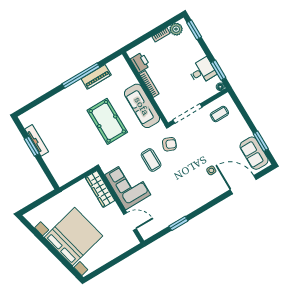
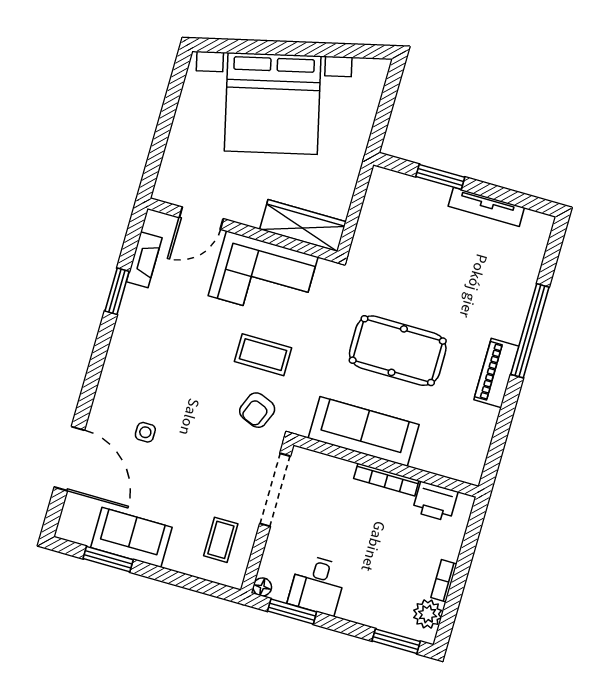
window: (81, 75) -> (530, 331), moved
piano: (96, 77) -> (496, 373), moved
window: (32, 146) -> (440, 177), moved
sofa: (254, 153) -> (131, 537), moved
door: (243, 185) -> (69, 459), hinge flipped
fireplace: (160, 225) -> (144, 260), added

